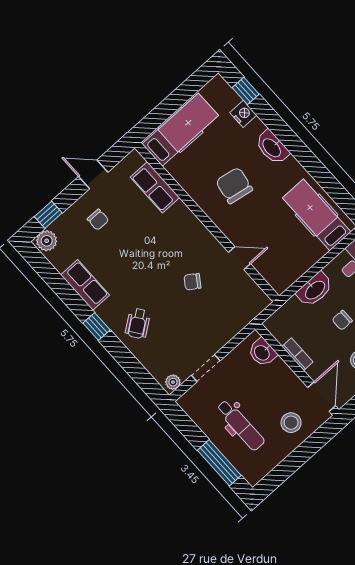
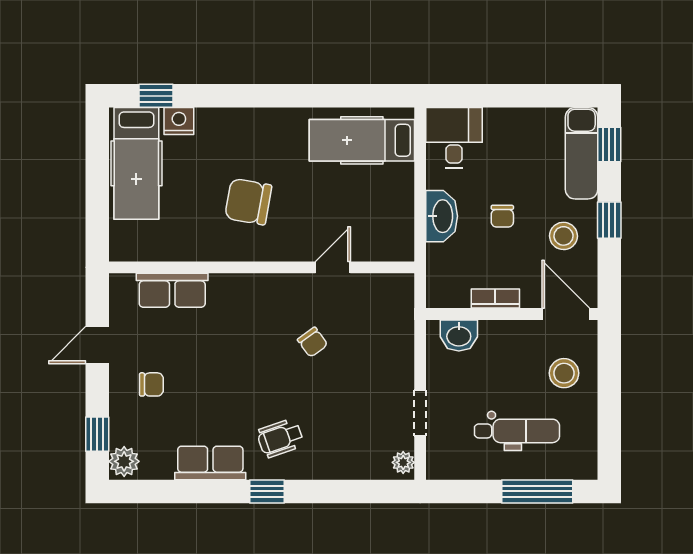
hospital bed: (180, 130) -> (136, 163), moved, turned 180
washbasin: (272, 147) -> (244, 123), removed
chair: (192, 282) -> (313, 342), turned -70
wheelchair: (138, 323) -> (280, 438), moved, turned 107

